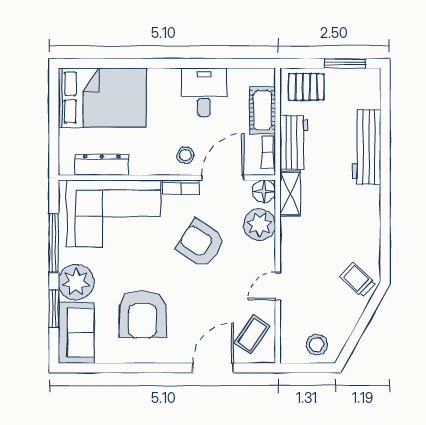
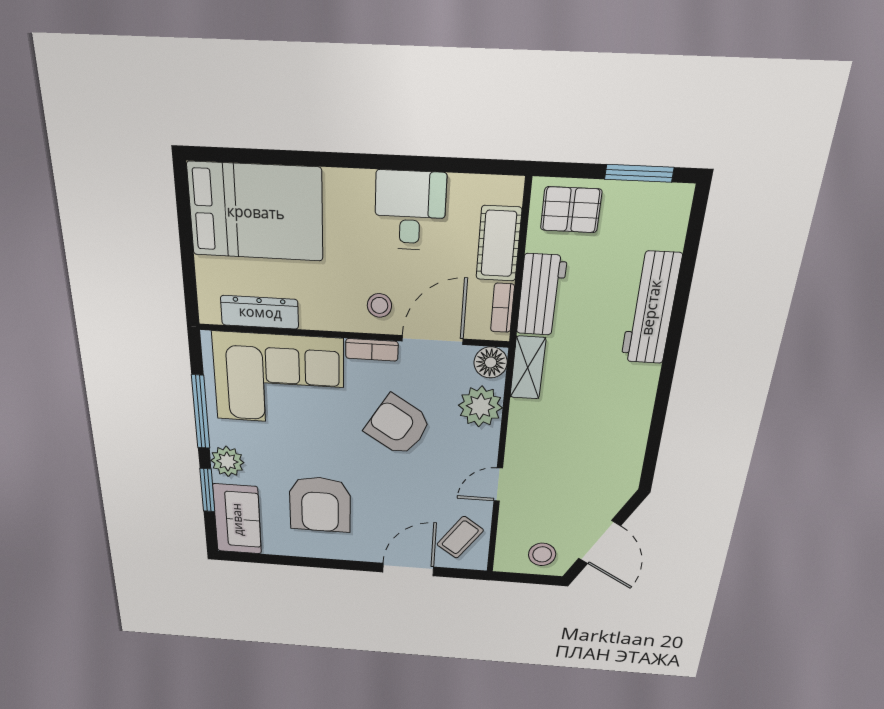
trolley: (358, 280) -> (607, 484), removed
plant: (76, 282) -> (227, 461), width x0.73, depth x0.73
door: (359, 330) -> (599, 542), added

